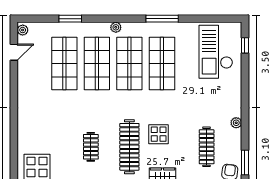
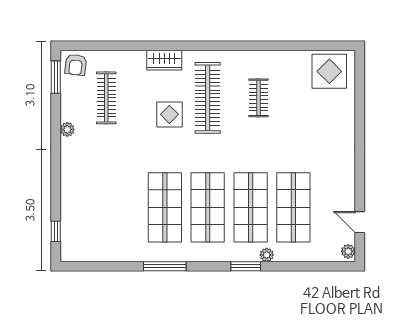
window: (70, 19) -> (246, 266), moved
plant: (116, 27) -> (267, 255), moved
door: (14, 52) -> (360, 222), hinge flipped
checkout: (216, 52) -> (94, 223), removed

